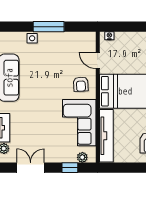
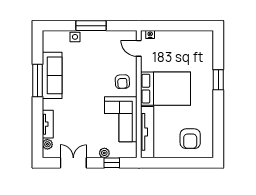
door: (98, 60) -> (139, 48), moved
plant: (82, 157) -> (104, 153), moved

